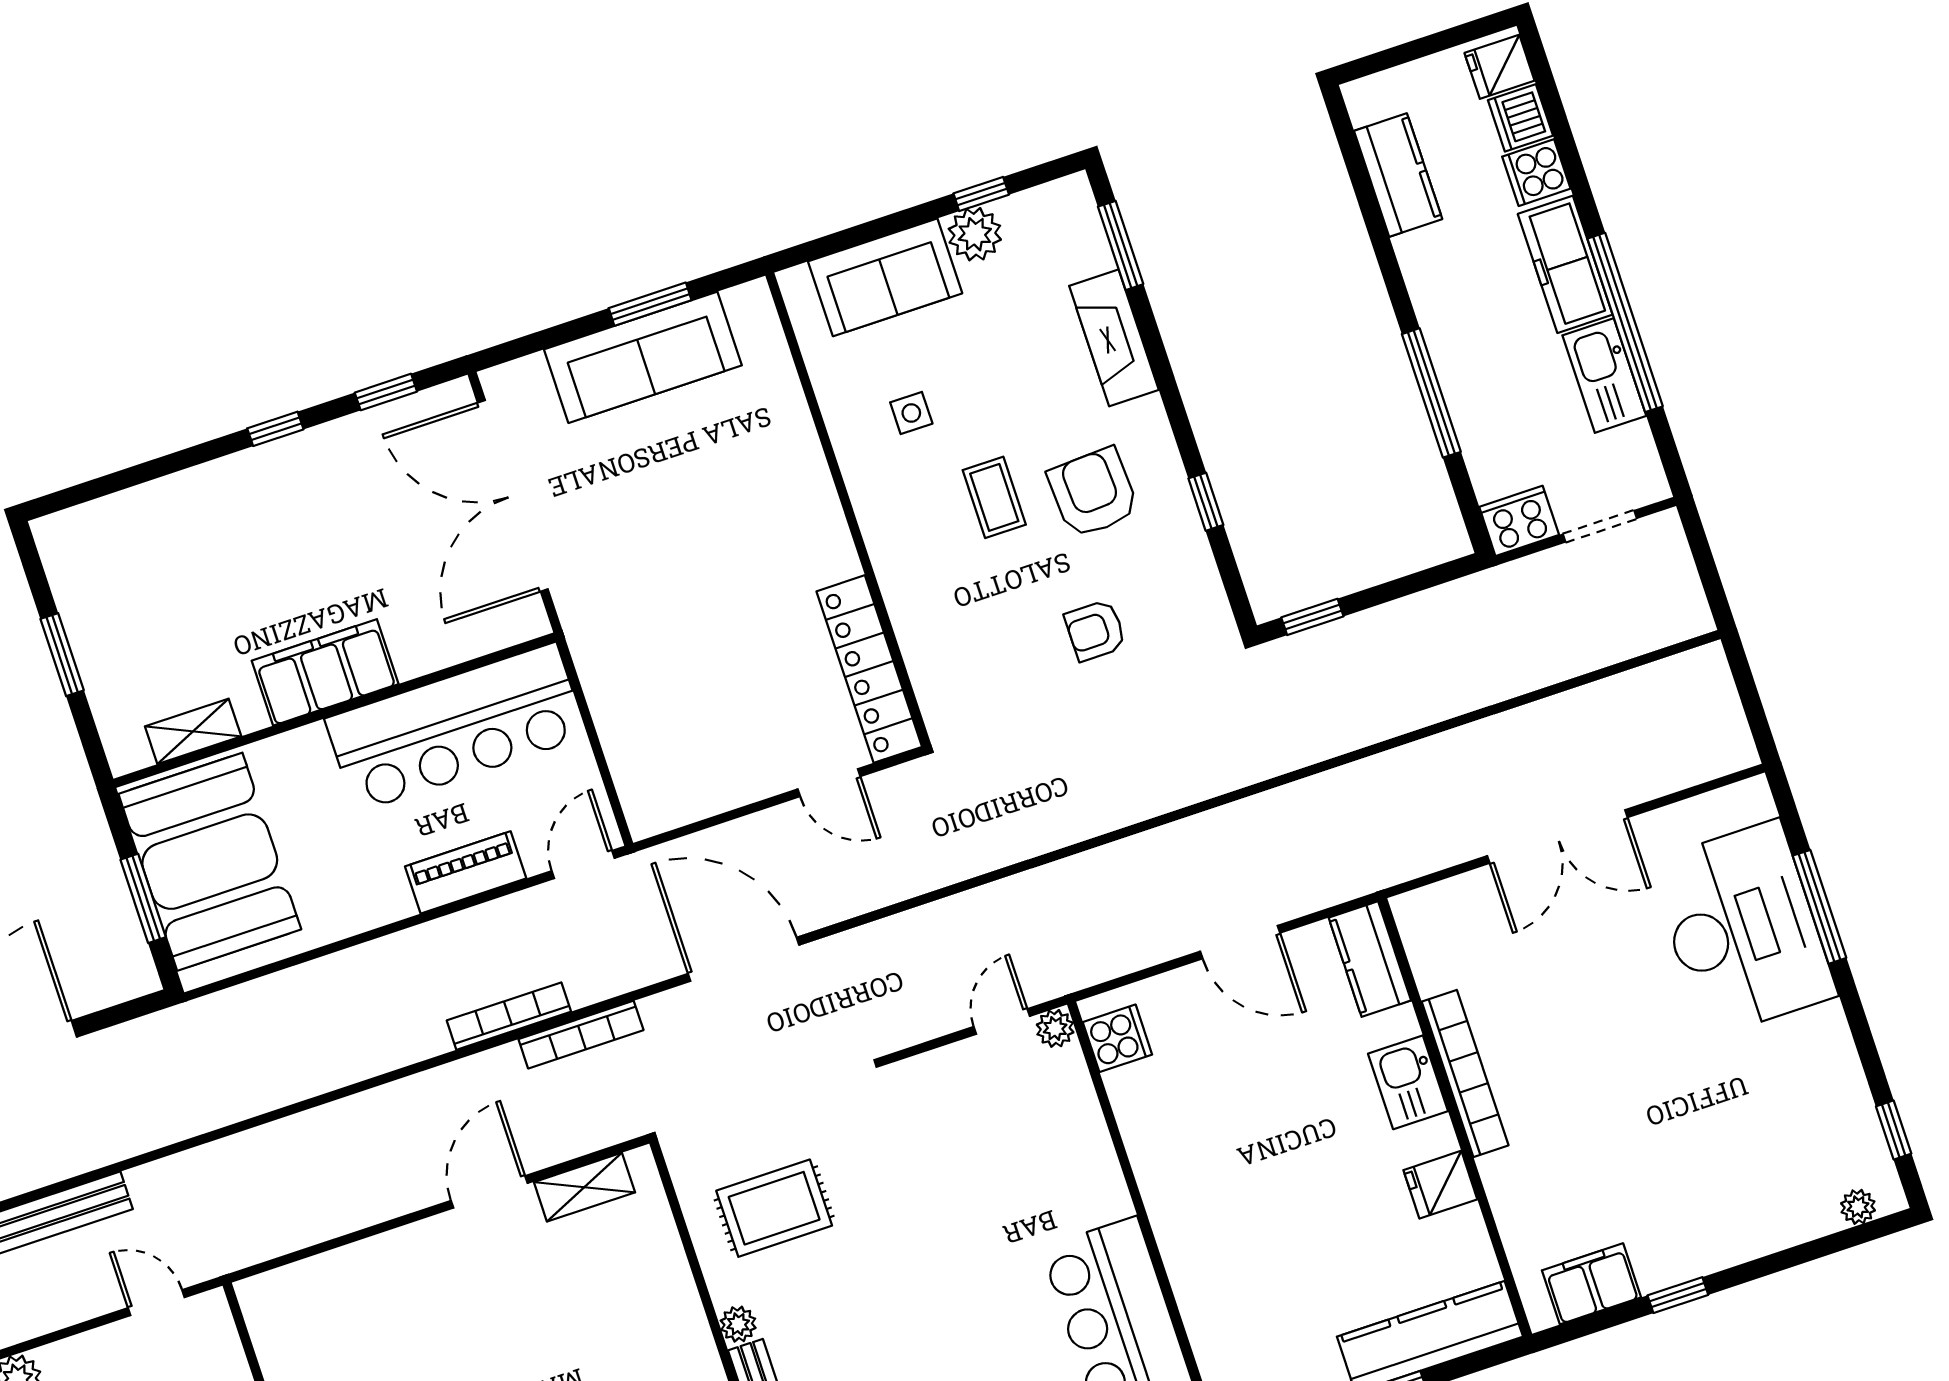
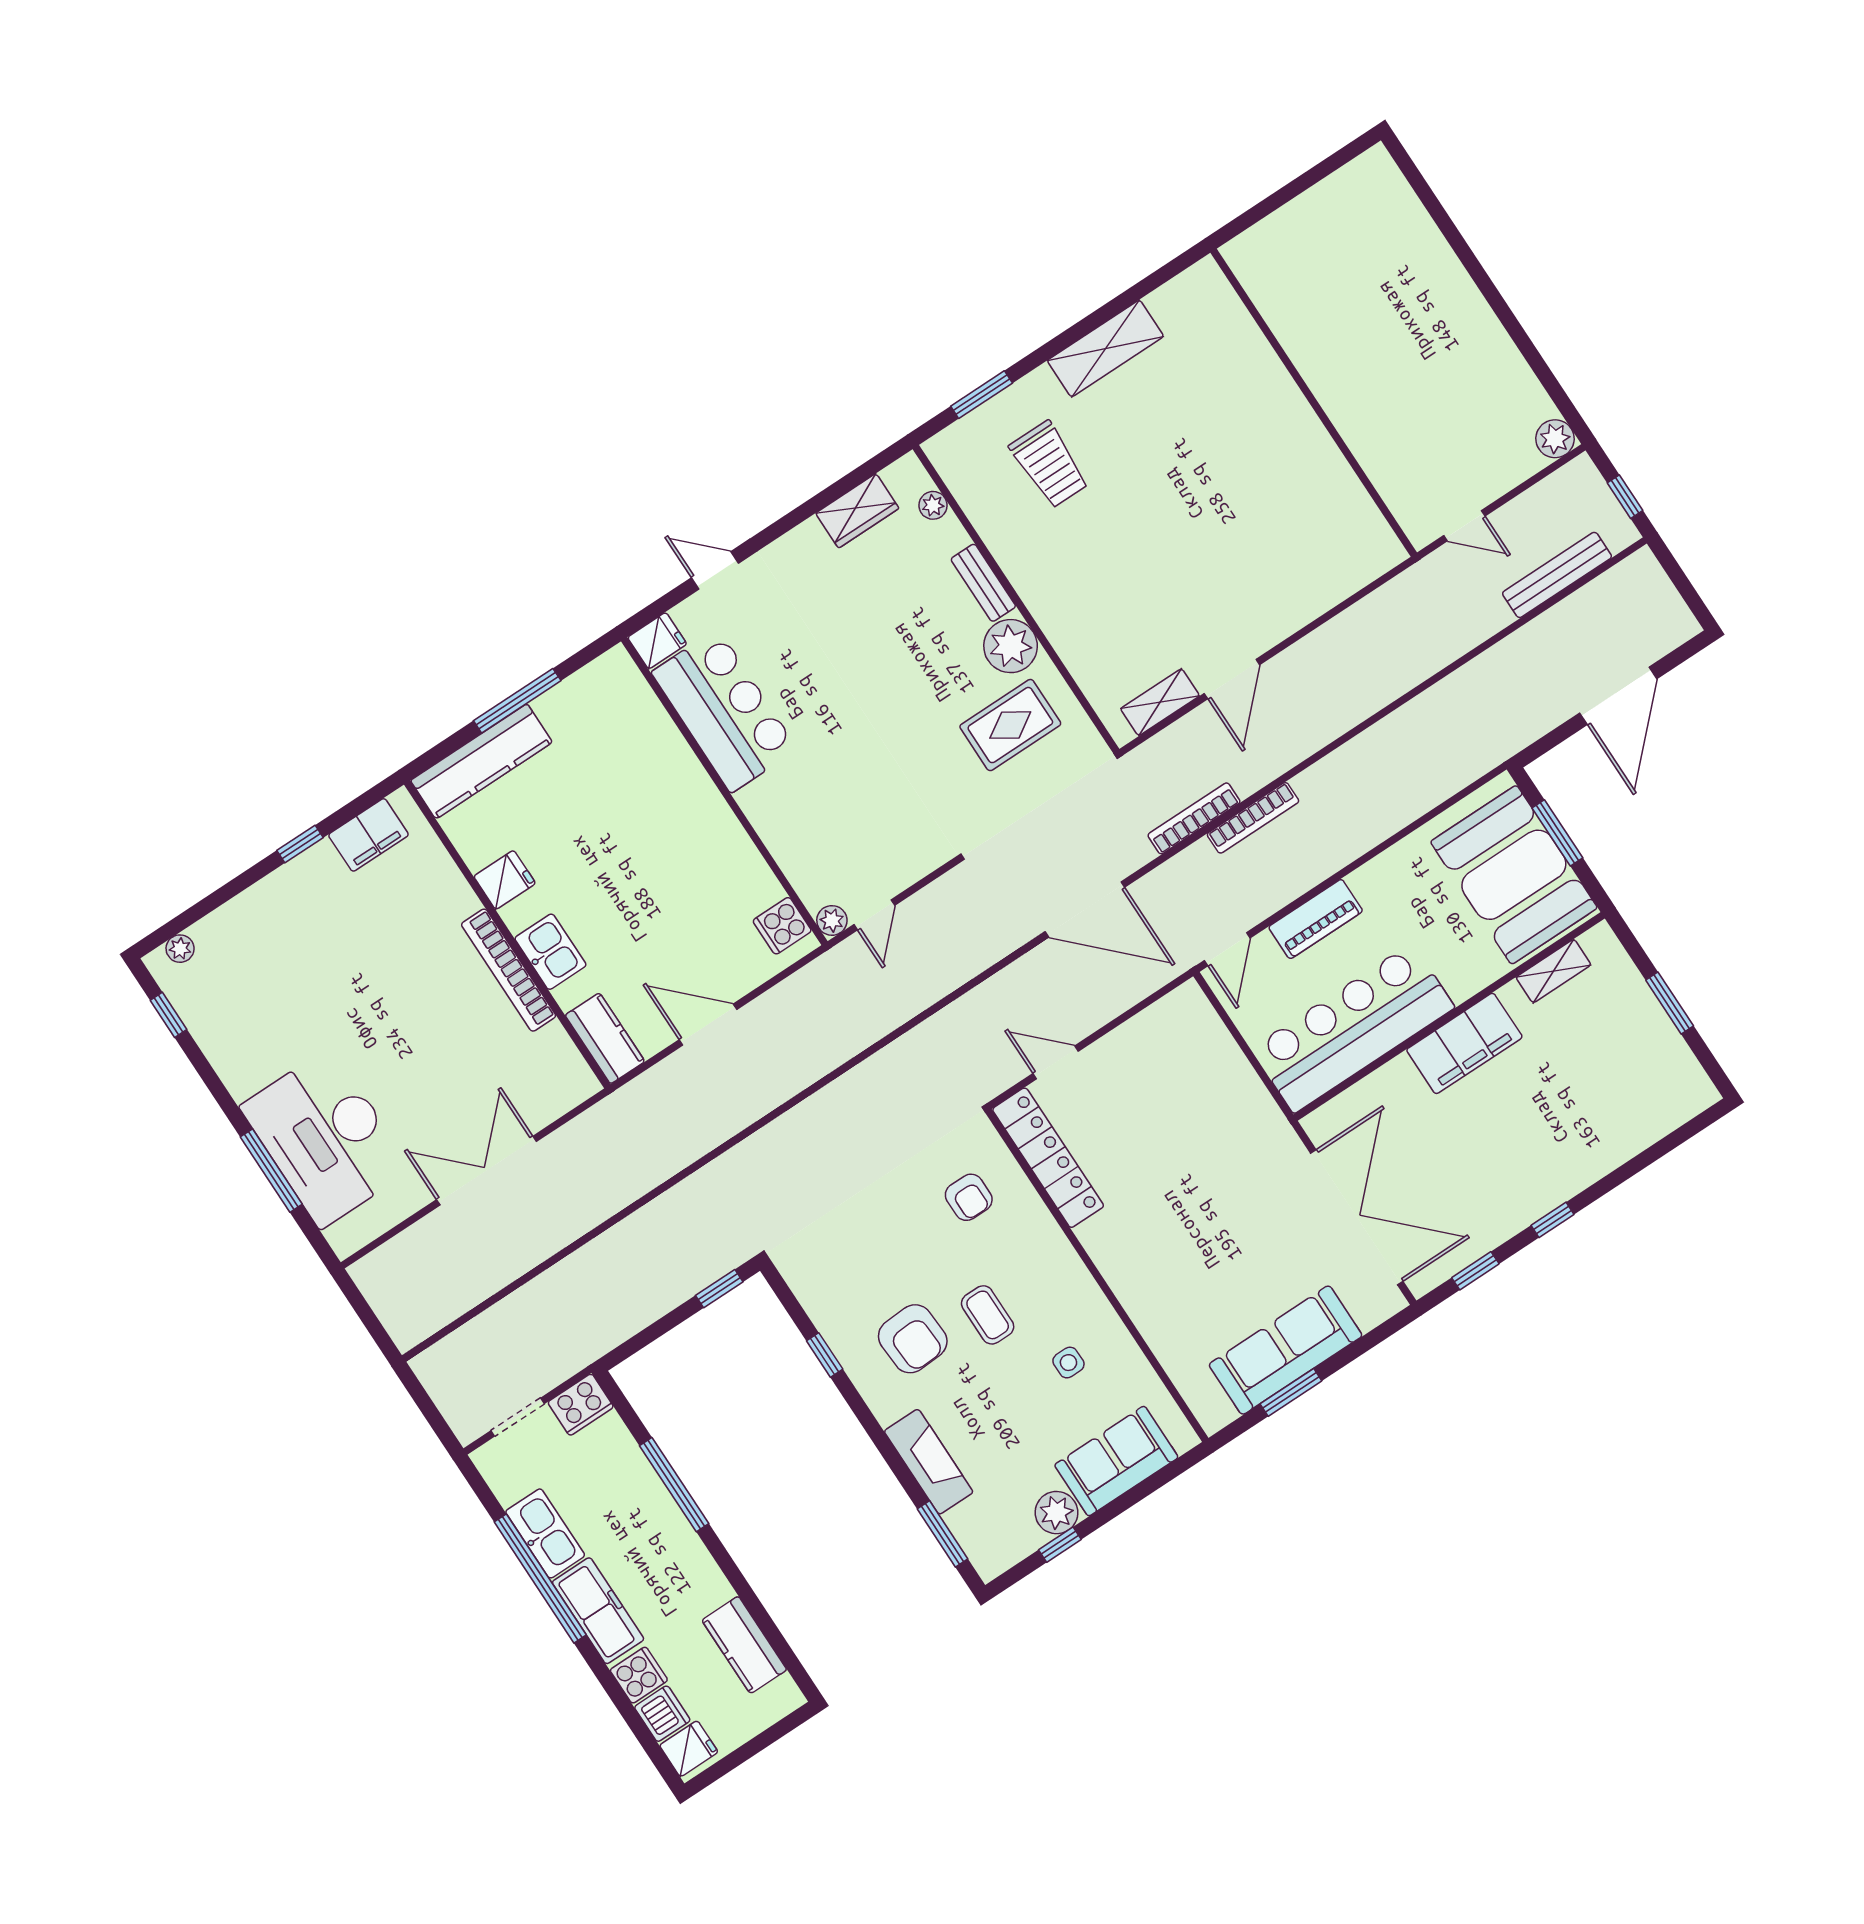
armchair: (1095, 630) -> (969, 1197), moved, turned 90
plant: (738, 1324) -> (1011, 646), width x1.87, depth x1.87

